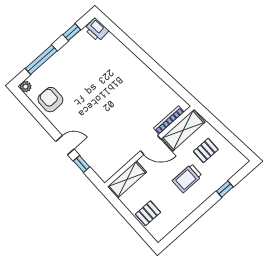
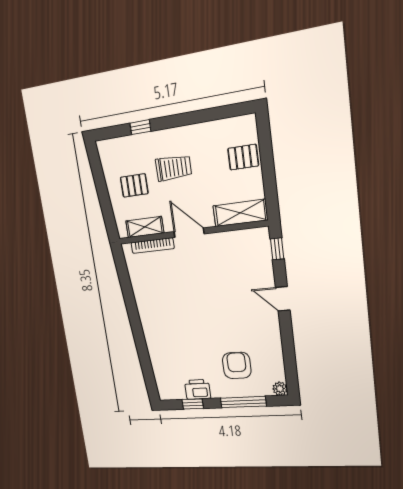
printer: (97, 30) -> (198, 389), moved, turned -85
armchair: (50, 100) -> (237, 365), moved, turned 180
shelving: (183, 130) -> (145, 227), width x0.67, depth x0.75
window: (82, 164) -> (277, 249), moved

